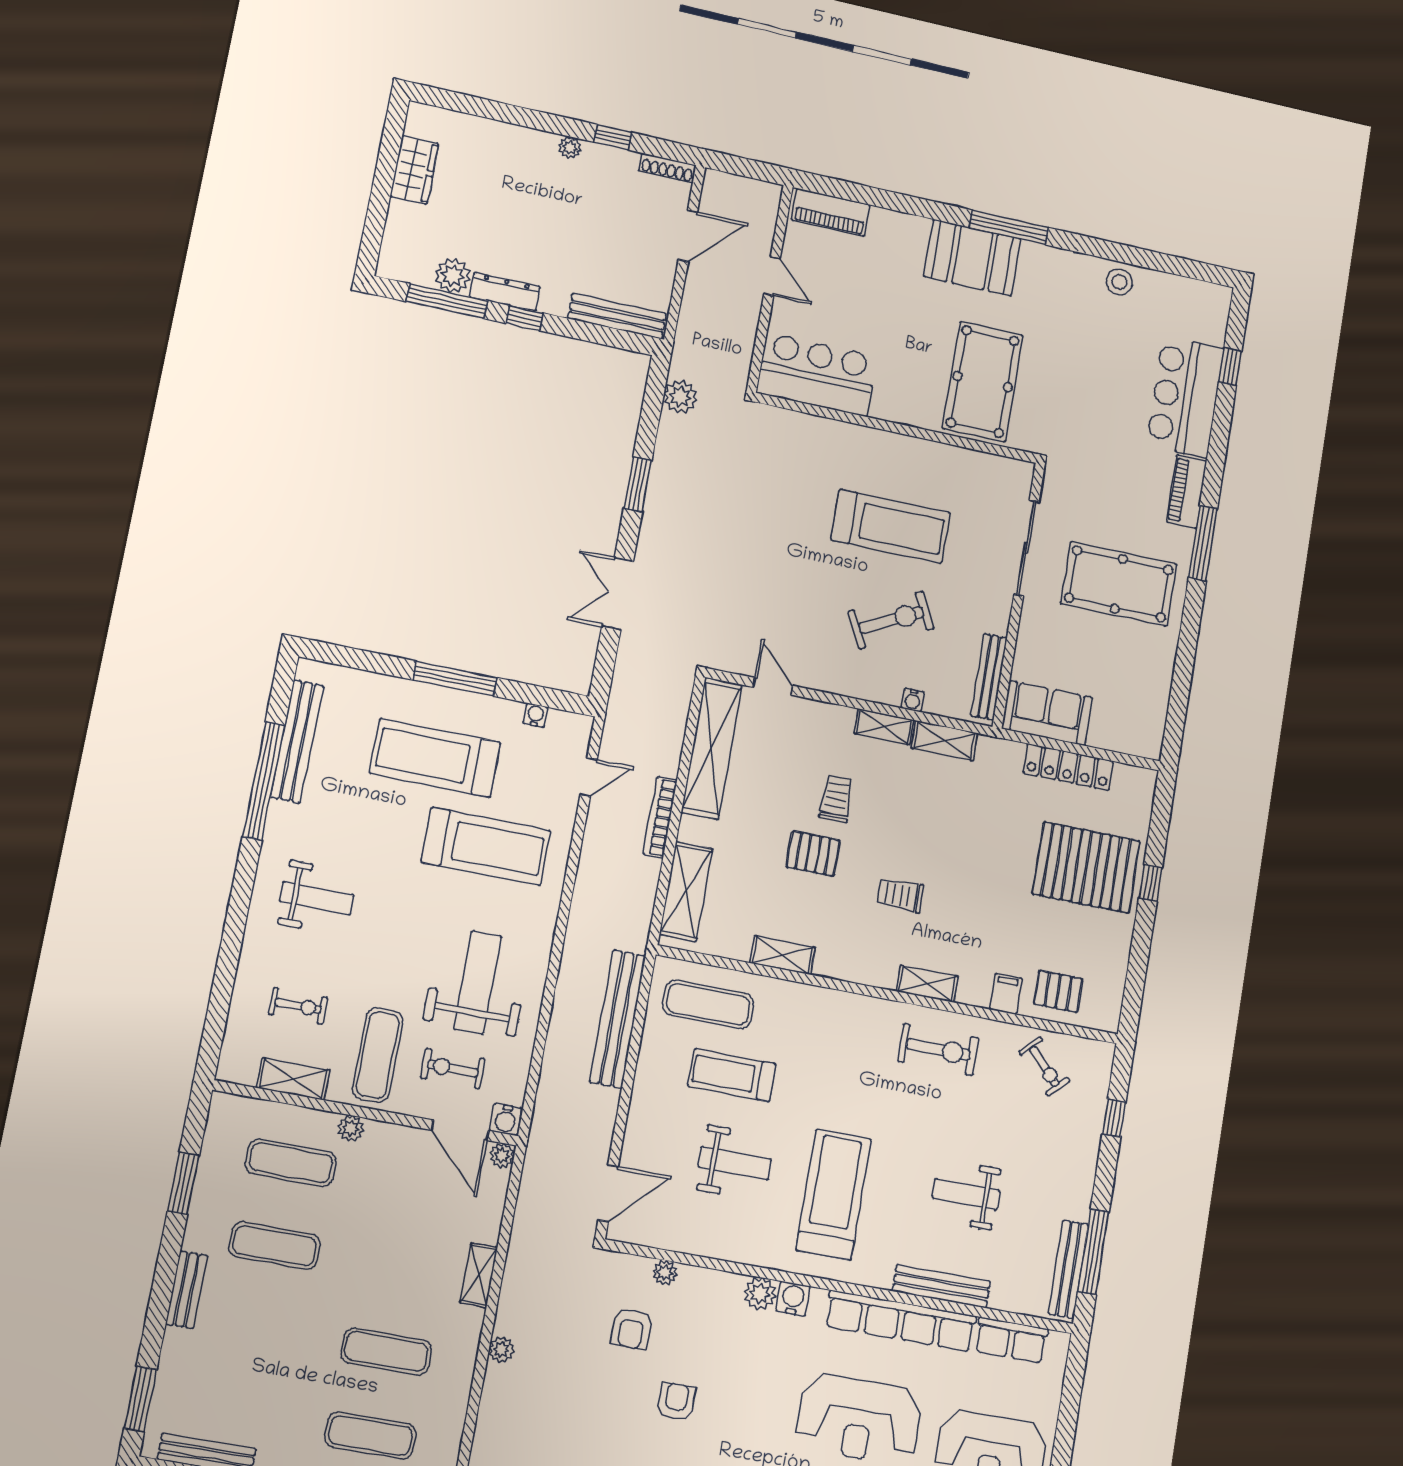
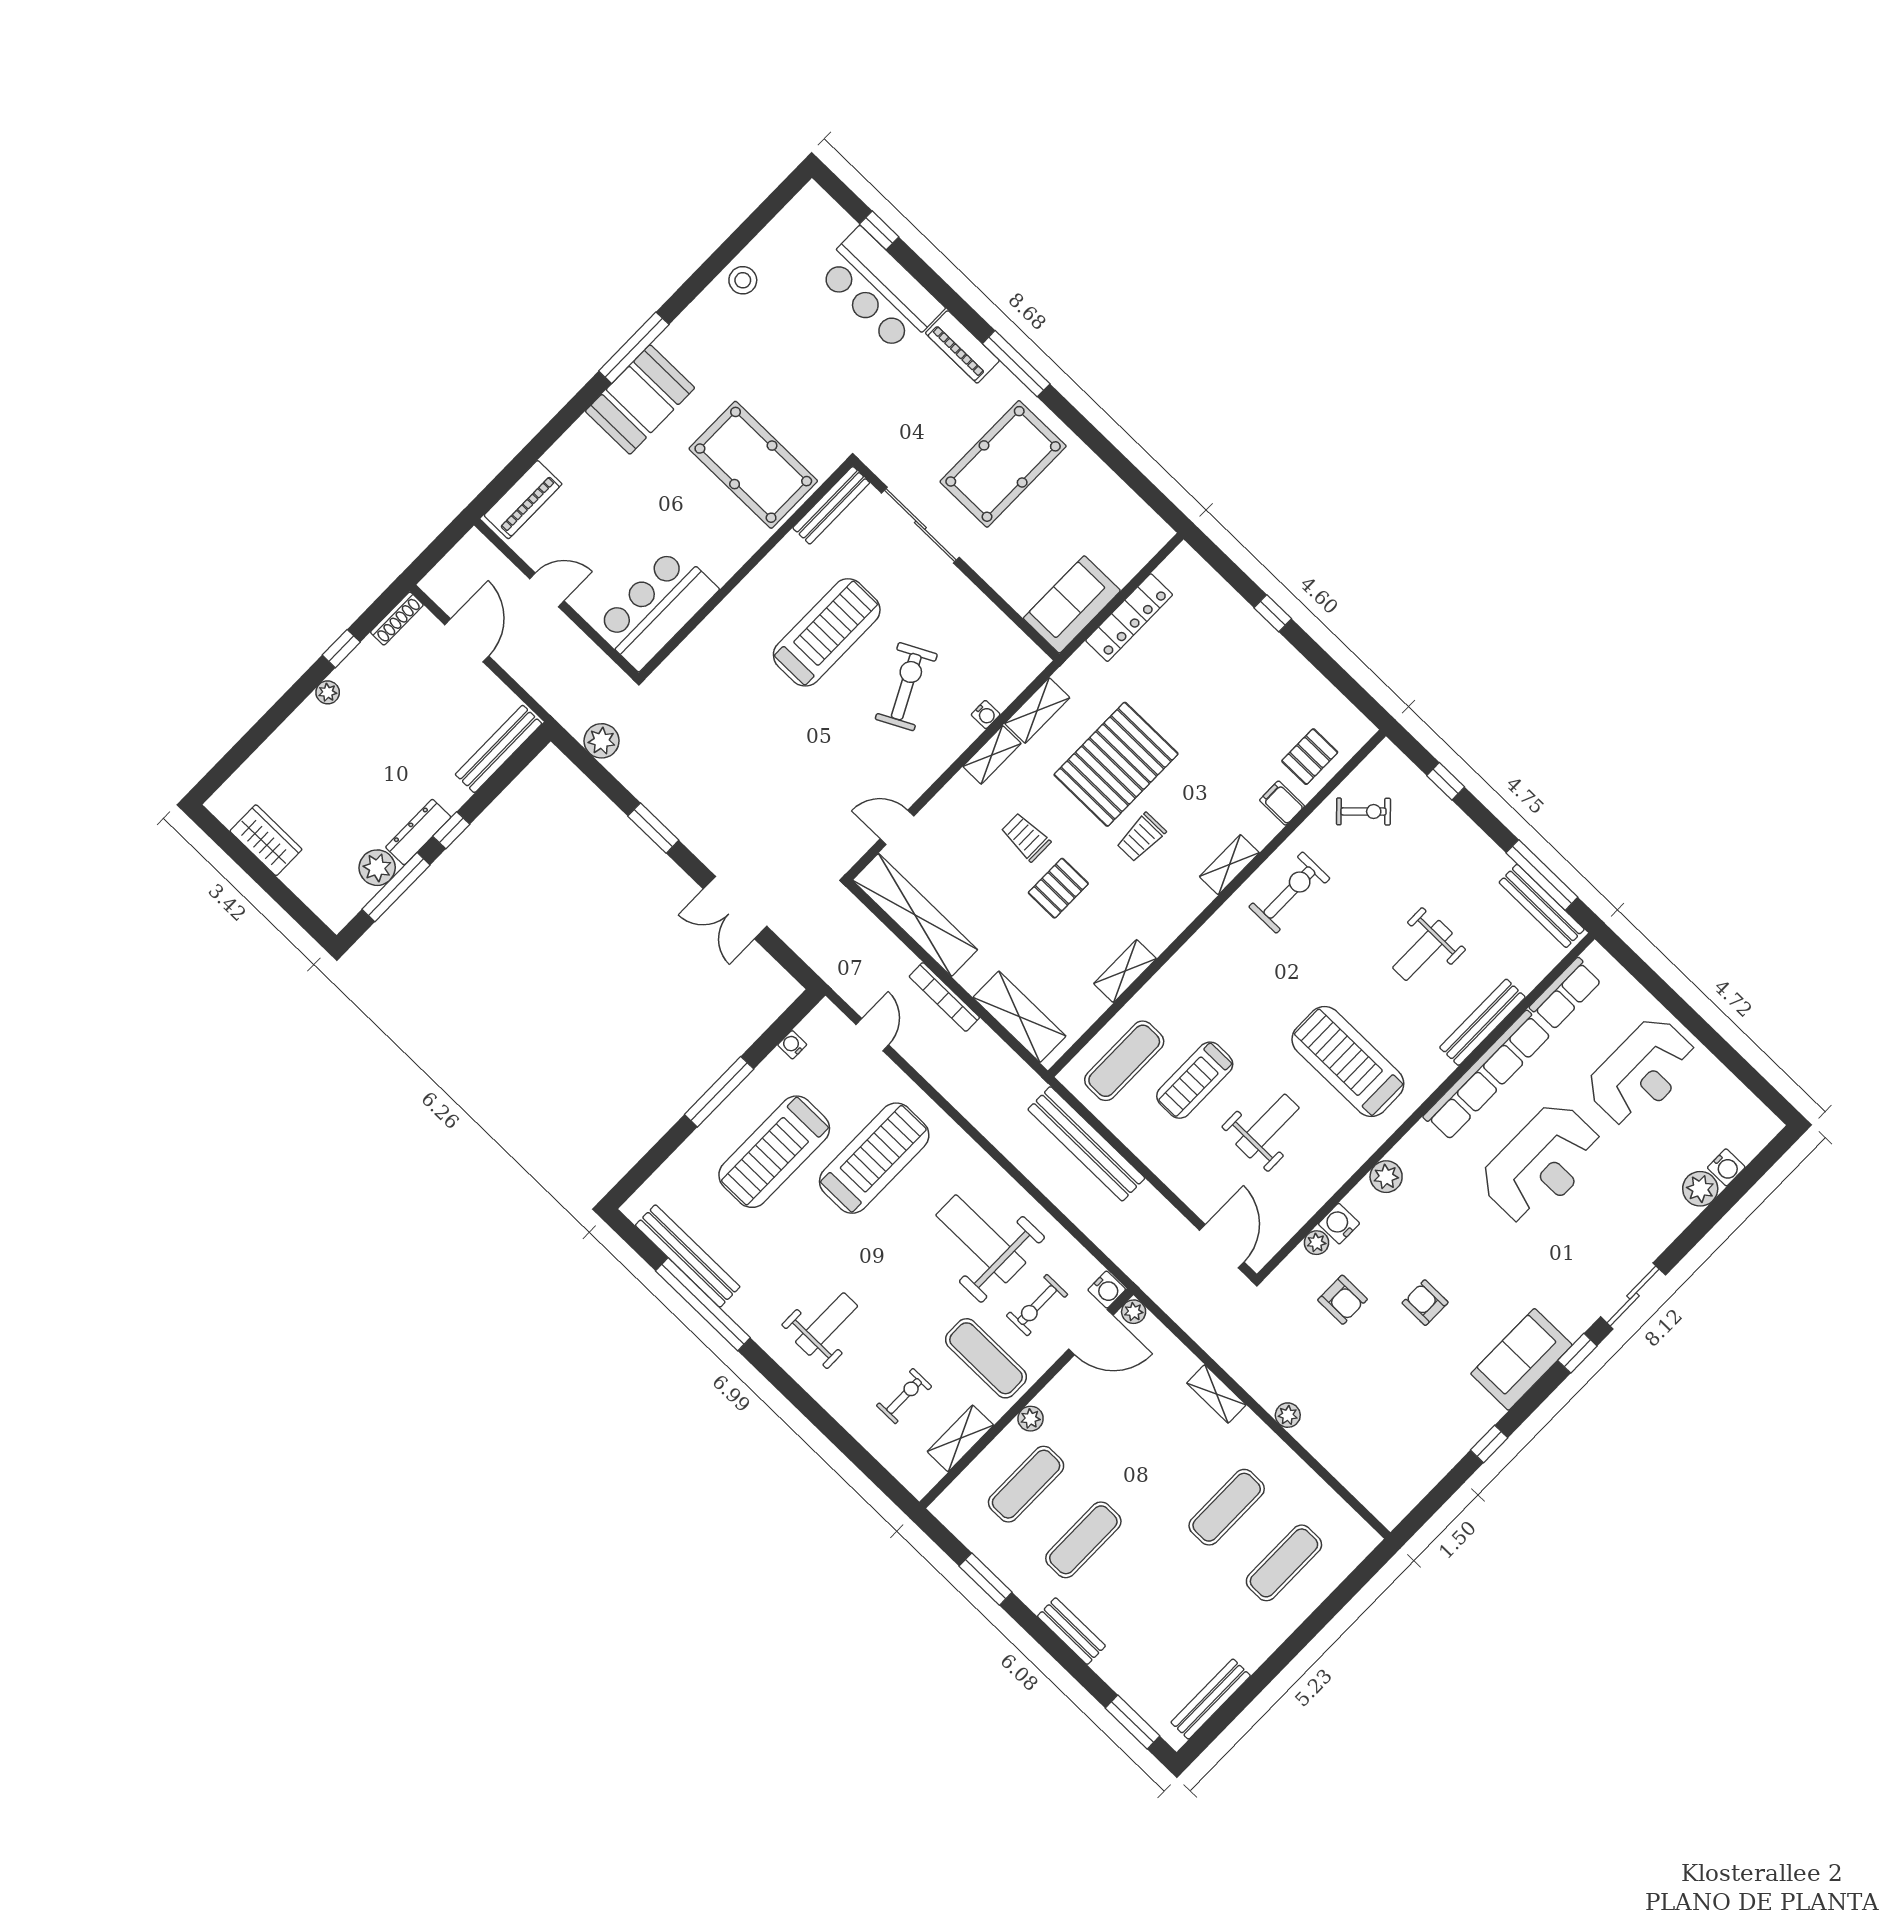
bench: (989, 677) -> (831, 505), moved, turned 90
pallet: (1086, 867) -> (1116, 764), moved
water cooler: (793, 1299) -> (1339, 1224), moved

